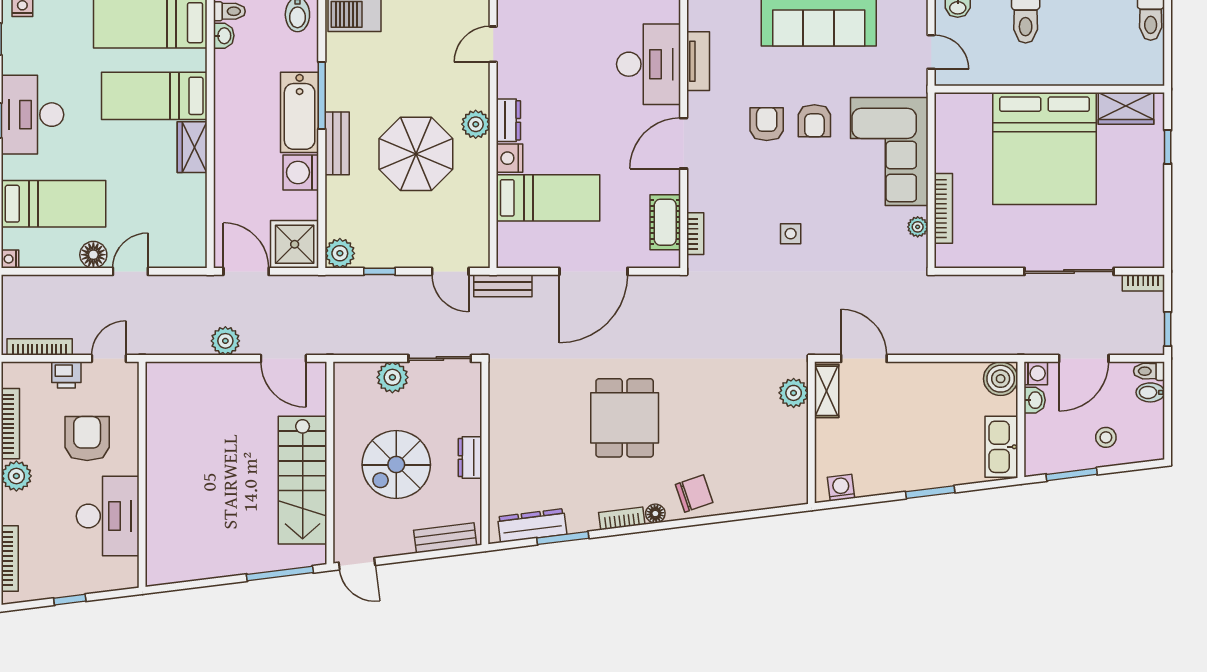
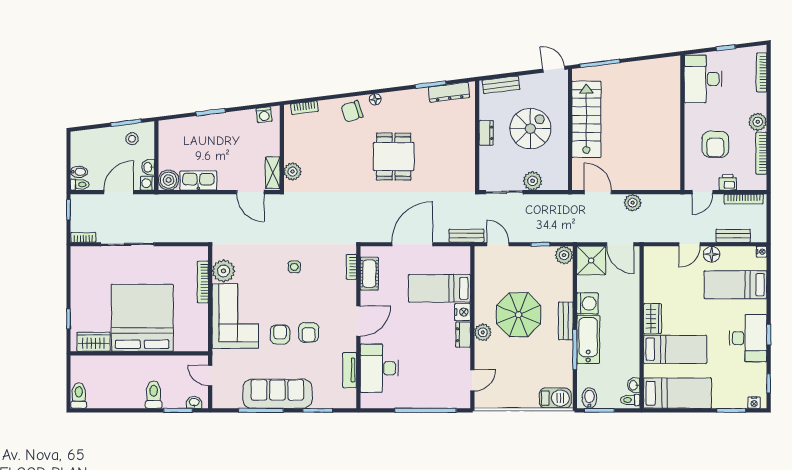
plant: (918, 227) -> (224, 271), width x1.87, depth x1.87
bench: (57, 286) -> (733, 236), added
stool: (1106, 437) -> (132, 139), moved
kitchen sink: (1001, 447) -> (198, 181), moved, turned -90
desk: (108, 516) -> (703, 79), moved
bookcase: (622, 518) -> (304, 108), moved

